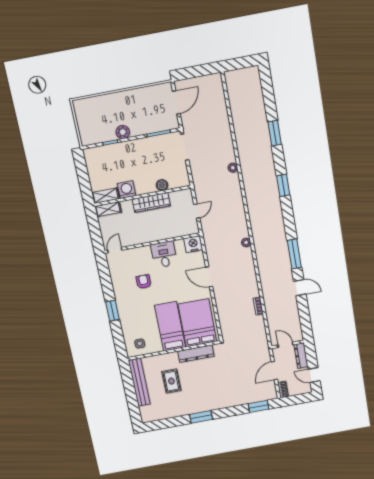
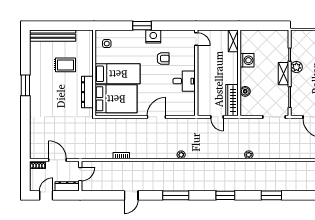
shelving: (106, 196) -> (283, 74), moved
wardrobe: (151, 202) -> (232, 100), moved
nightstand: (193, 244) -> (153, 37), moved, turned -90
window: (294, 254) -> (176, 195), moved
bench: (139, 382) -> (53, 36), moved
window: (259, 406) -> (25, 140), removed

